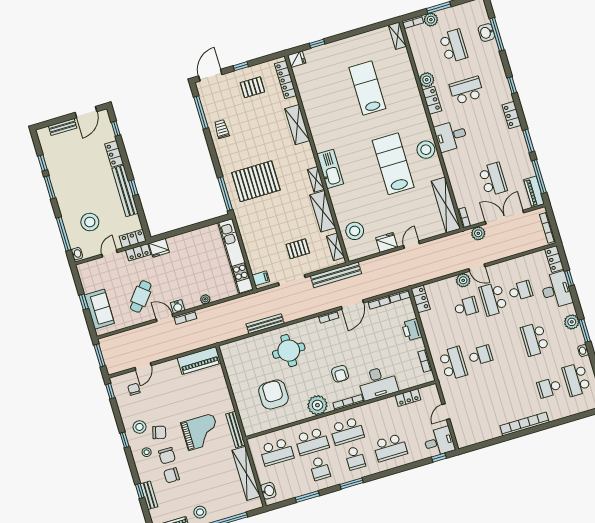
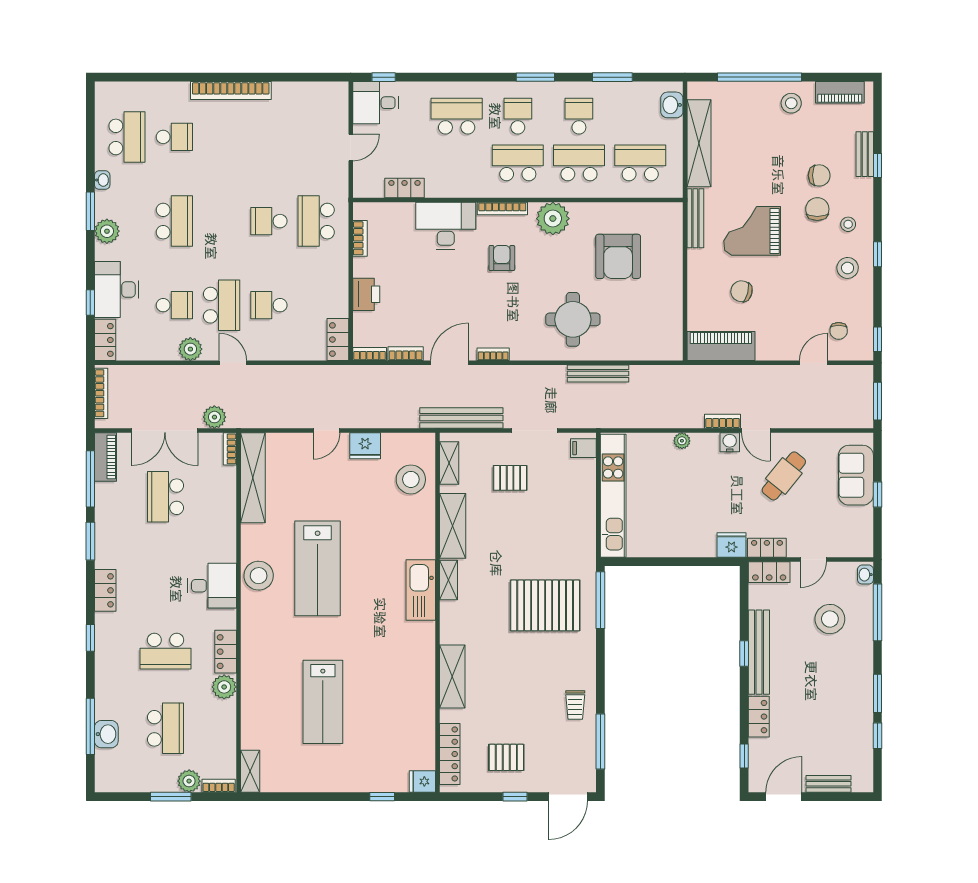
school desk: (453, 46) -> (166, 728), turned 180
plant: (463, 280) -> (190, 349), moved
school desk: (520, 291) -> (174, 305), turned 180
chair: (159, 432) -> (741, 291), moved

